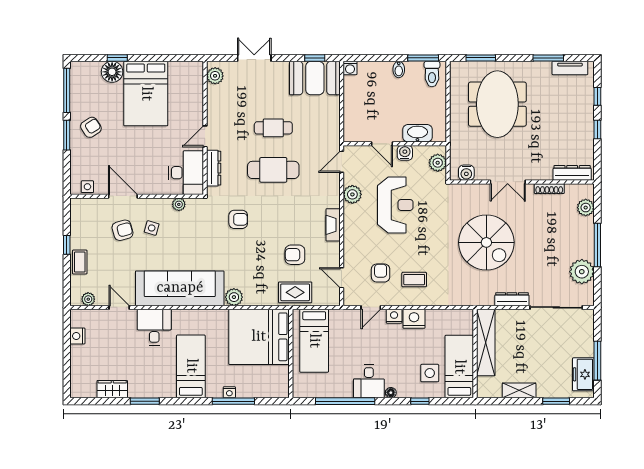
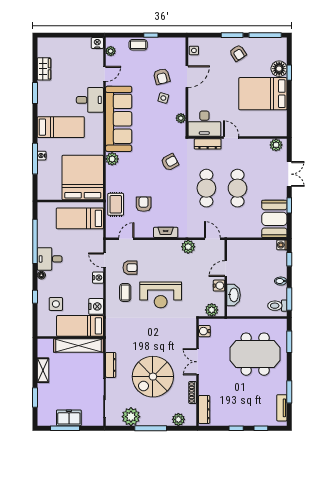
window: (315, 58) -> (289, 205), moved
window: (369, 58) -> (289, 259), added
cafe table: (273, 128) -> (237, 188), width x1.37, depth x1.35
reception desk: (395, 205) -> (161, 295), moved
armchair: (238, 219) -> (170, 162), turned -118
spiral stairs: (486, 242) -> (153, 377), moved
nightstand: (414, 319) -> (96, 306), moved
nightstand: (77, 336) -> (97, 43), moved
bed: (459, 367) -> (80, 326), moved, turned 180
freezer: (583, 374) -> (69, 418), moved

